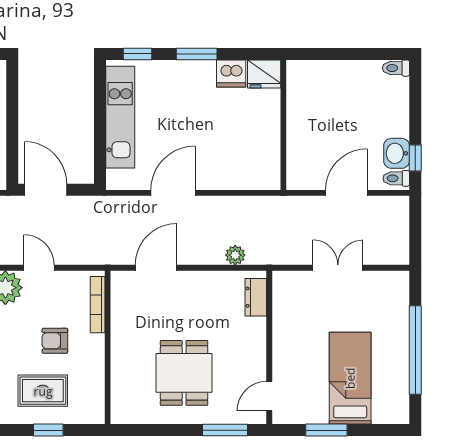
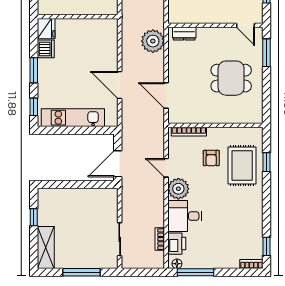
plant: (235, 255) -> (153, 41), width x1.87, depth x1.87
door: (39, 268) -> (166, 168), hinge flipped
rug: (43, 391) -> (242, 165), width x1.36, depth x1.43

